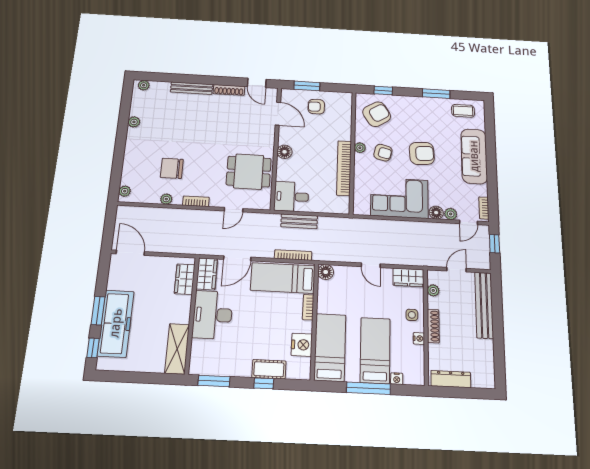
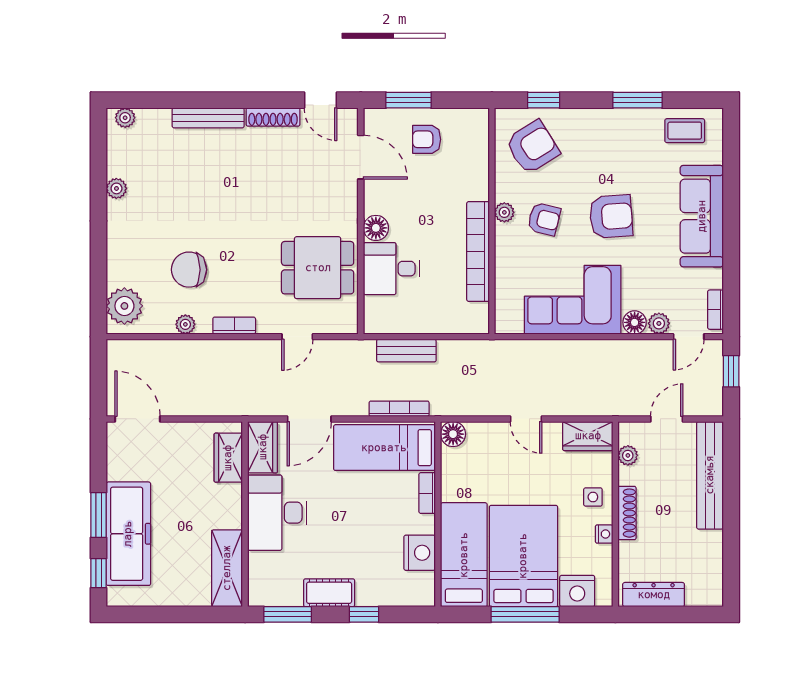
plant: (125, 191) -> (124, 306), width x1.88, depth x1.88
desk: (291, 197) -> (391, 269), moved
bed: (375, 350) -> (523, 556), width x1.50
cot: (269, 369) -> (329, 593), moved
nightstand: (397, 379) -> (577, 591), width x1.89, depth x1.79

